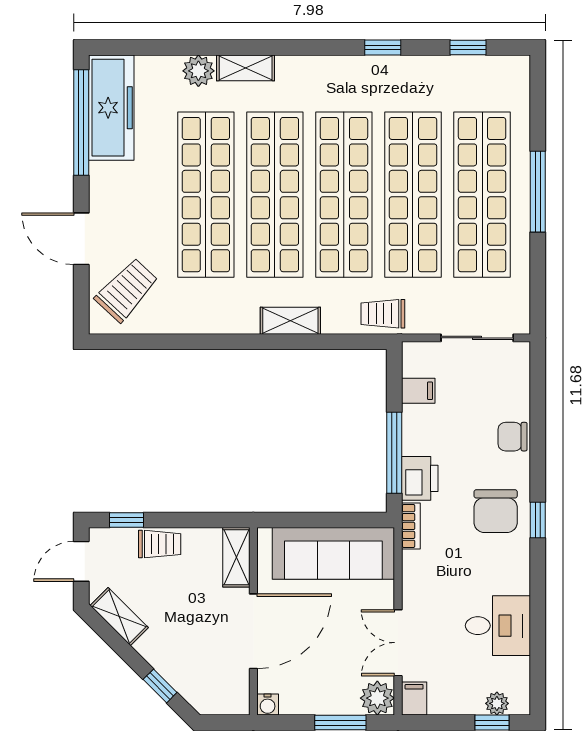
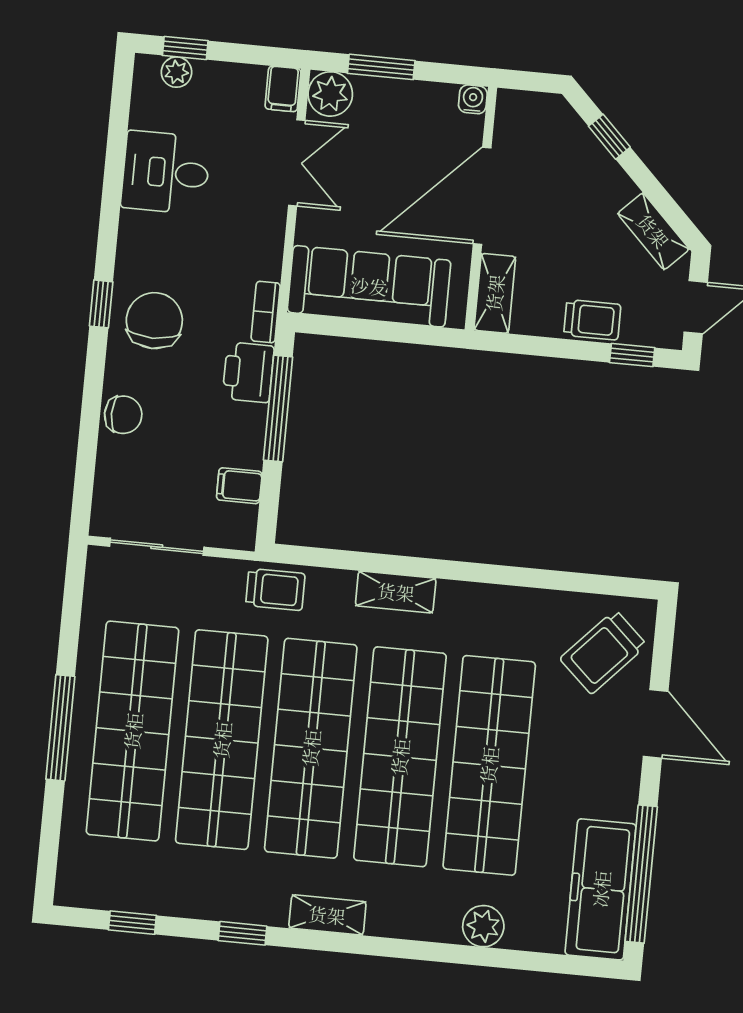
shelving: (246, 68) -> (327, 915), moved
trolley: (160, 544) -> (592, 320), turned 180

